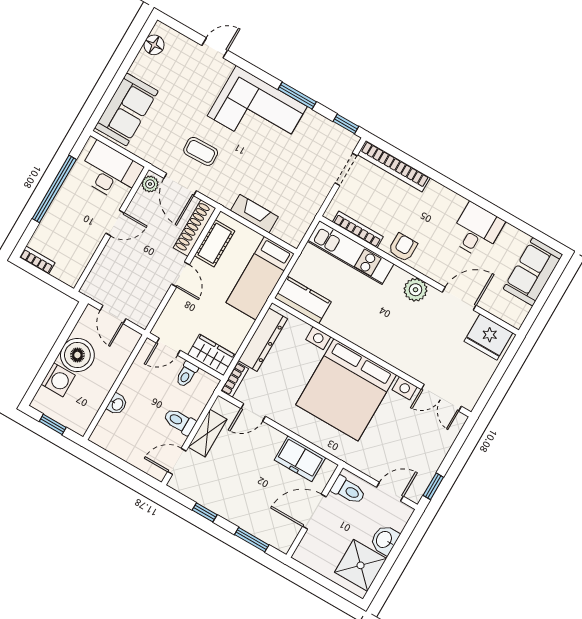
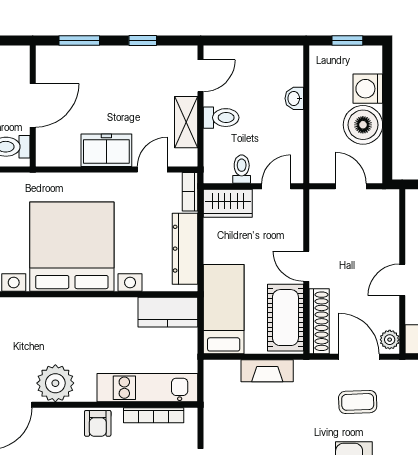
cot: (215, 243) -> (285, 318), width x1.37, depth x1.34
plant: (416, 290) -> (55, 383), width x1.36, depth x1.36
freezer: (300, 459) -> (106, 150), moved

